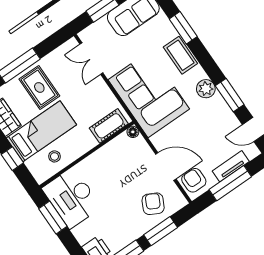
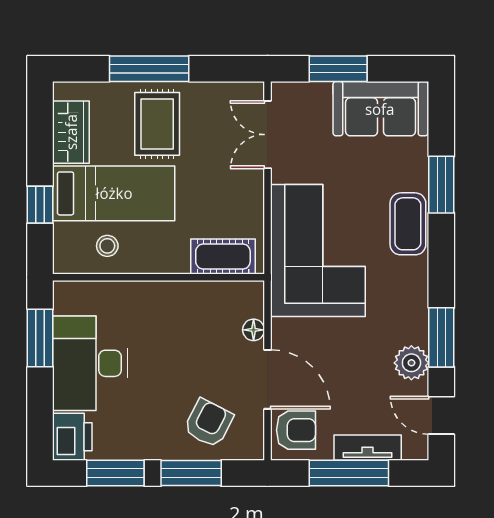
plant: (206, 89) -> (411, 363), moved
floor lamp: (133, 132) -> (254, 330), moved
armchair: (194, 180) -> (296, 430), turned 90
desk: (72, 198) -> (90, 363), moved

